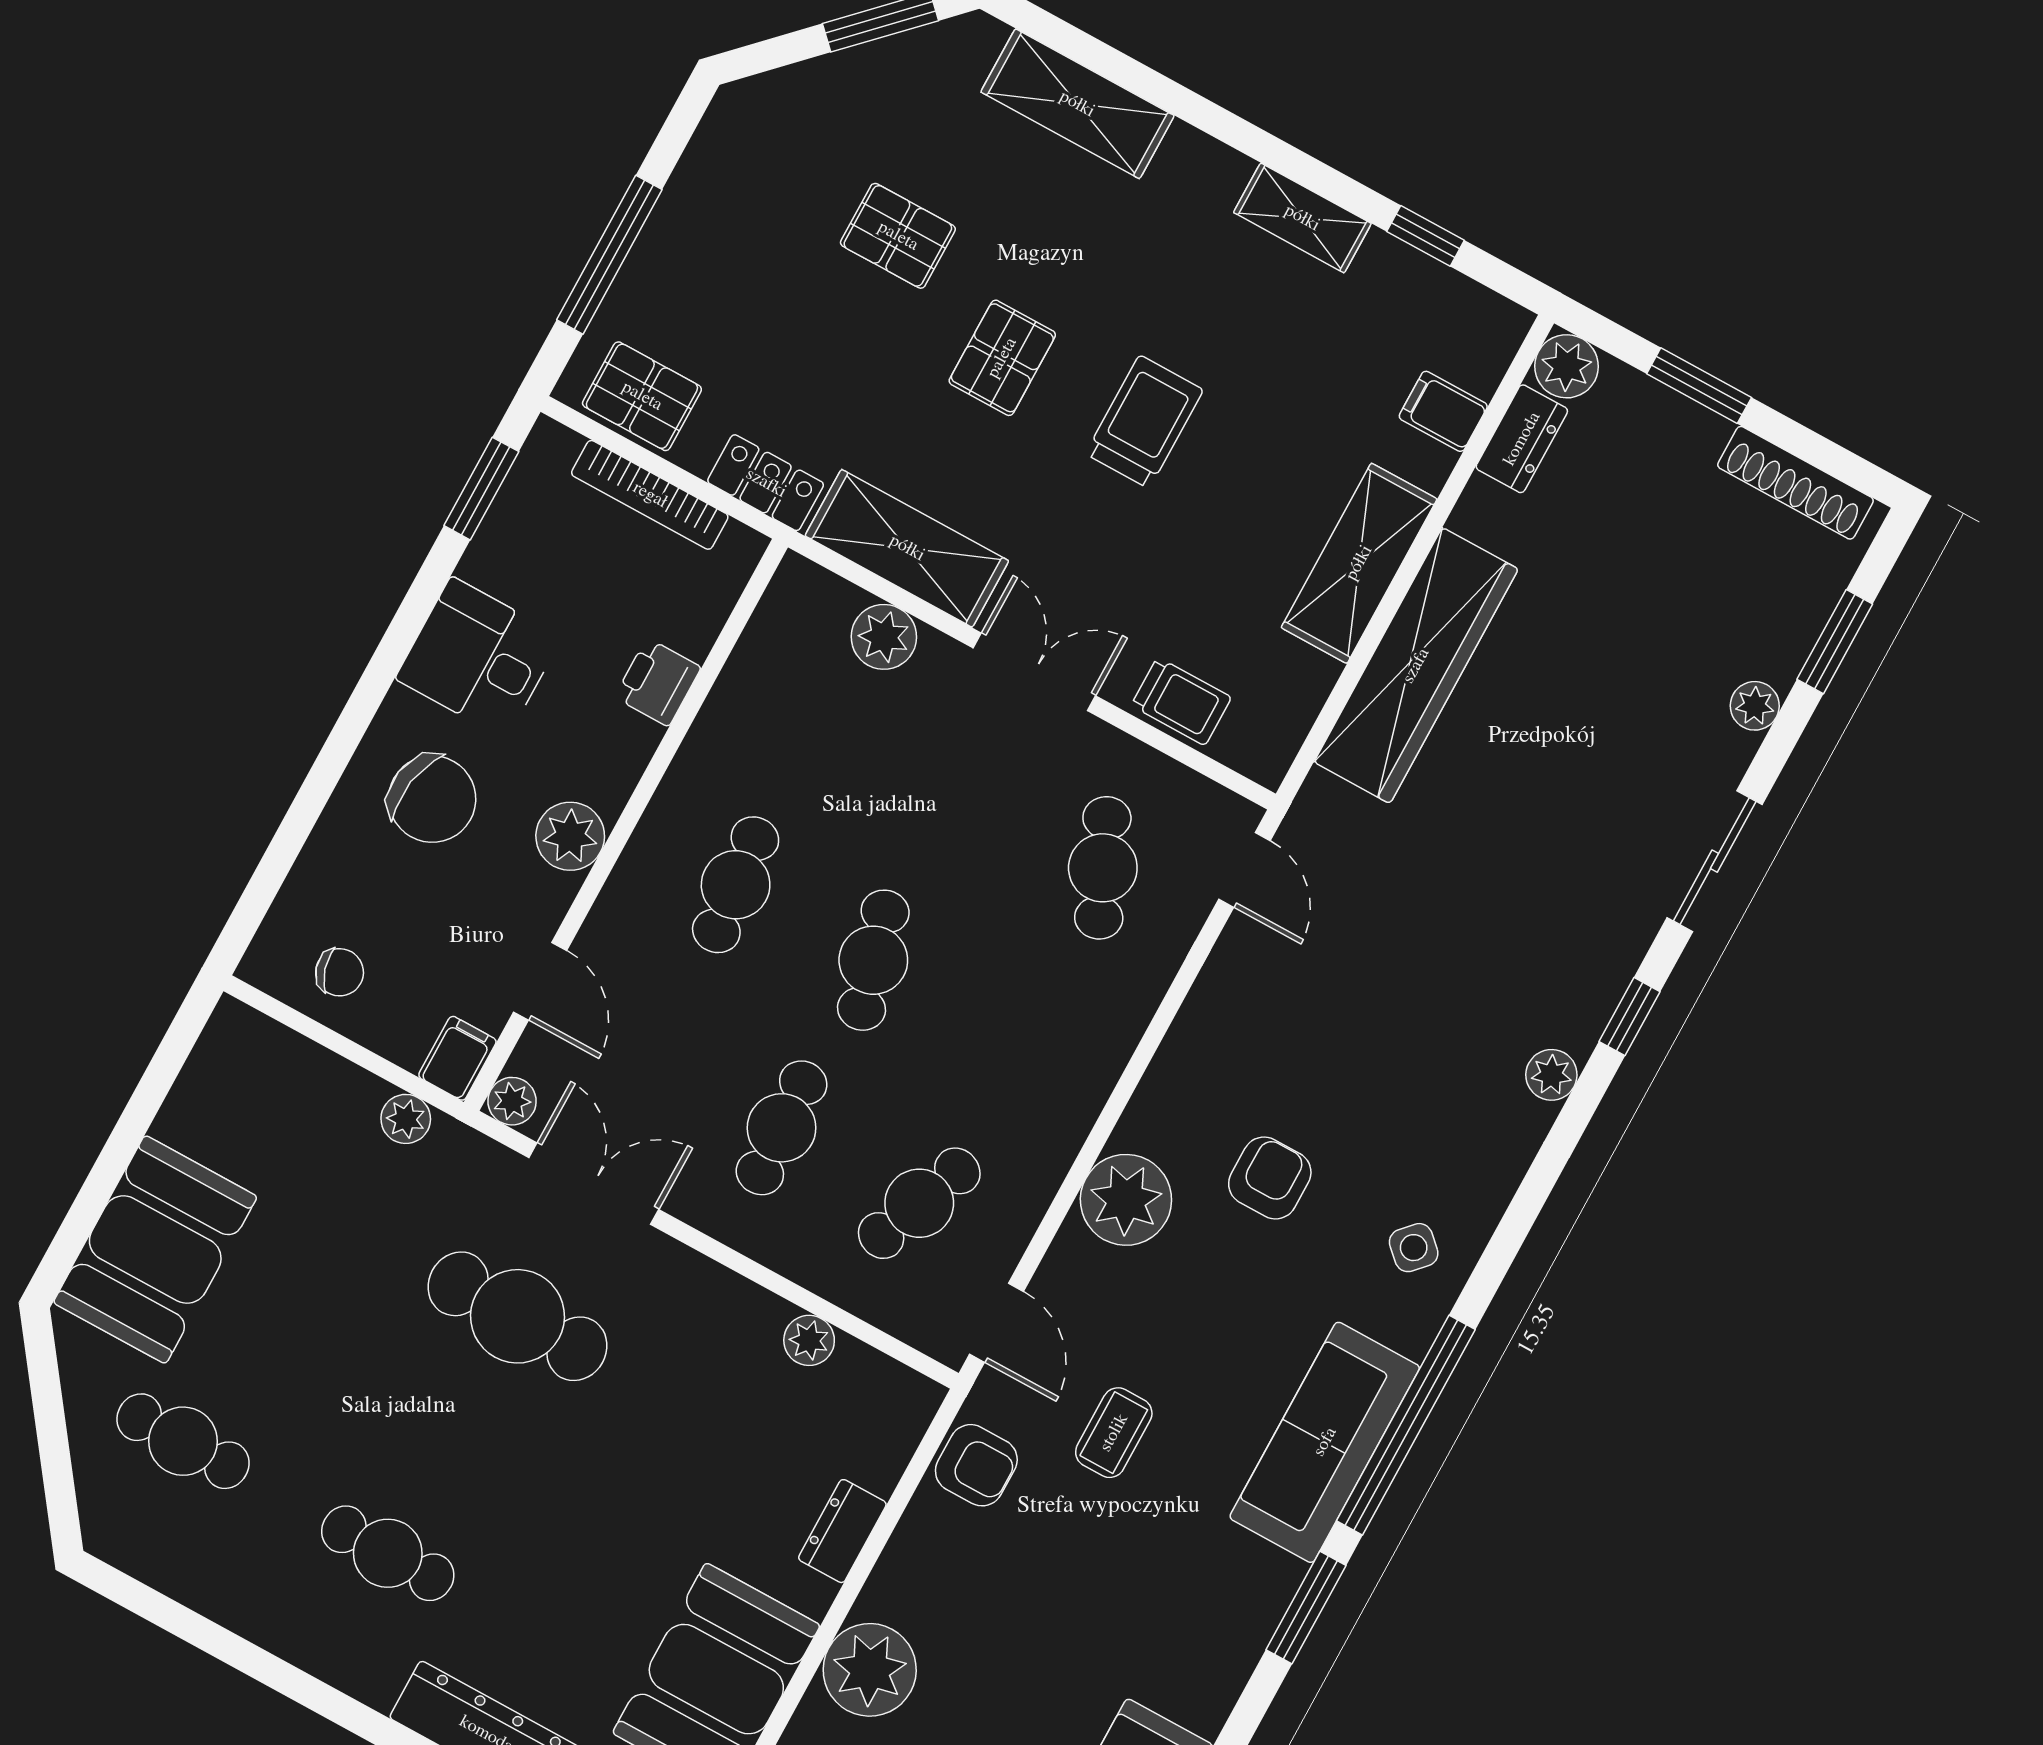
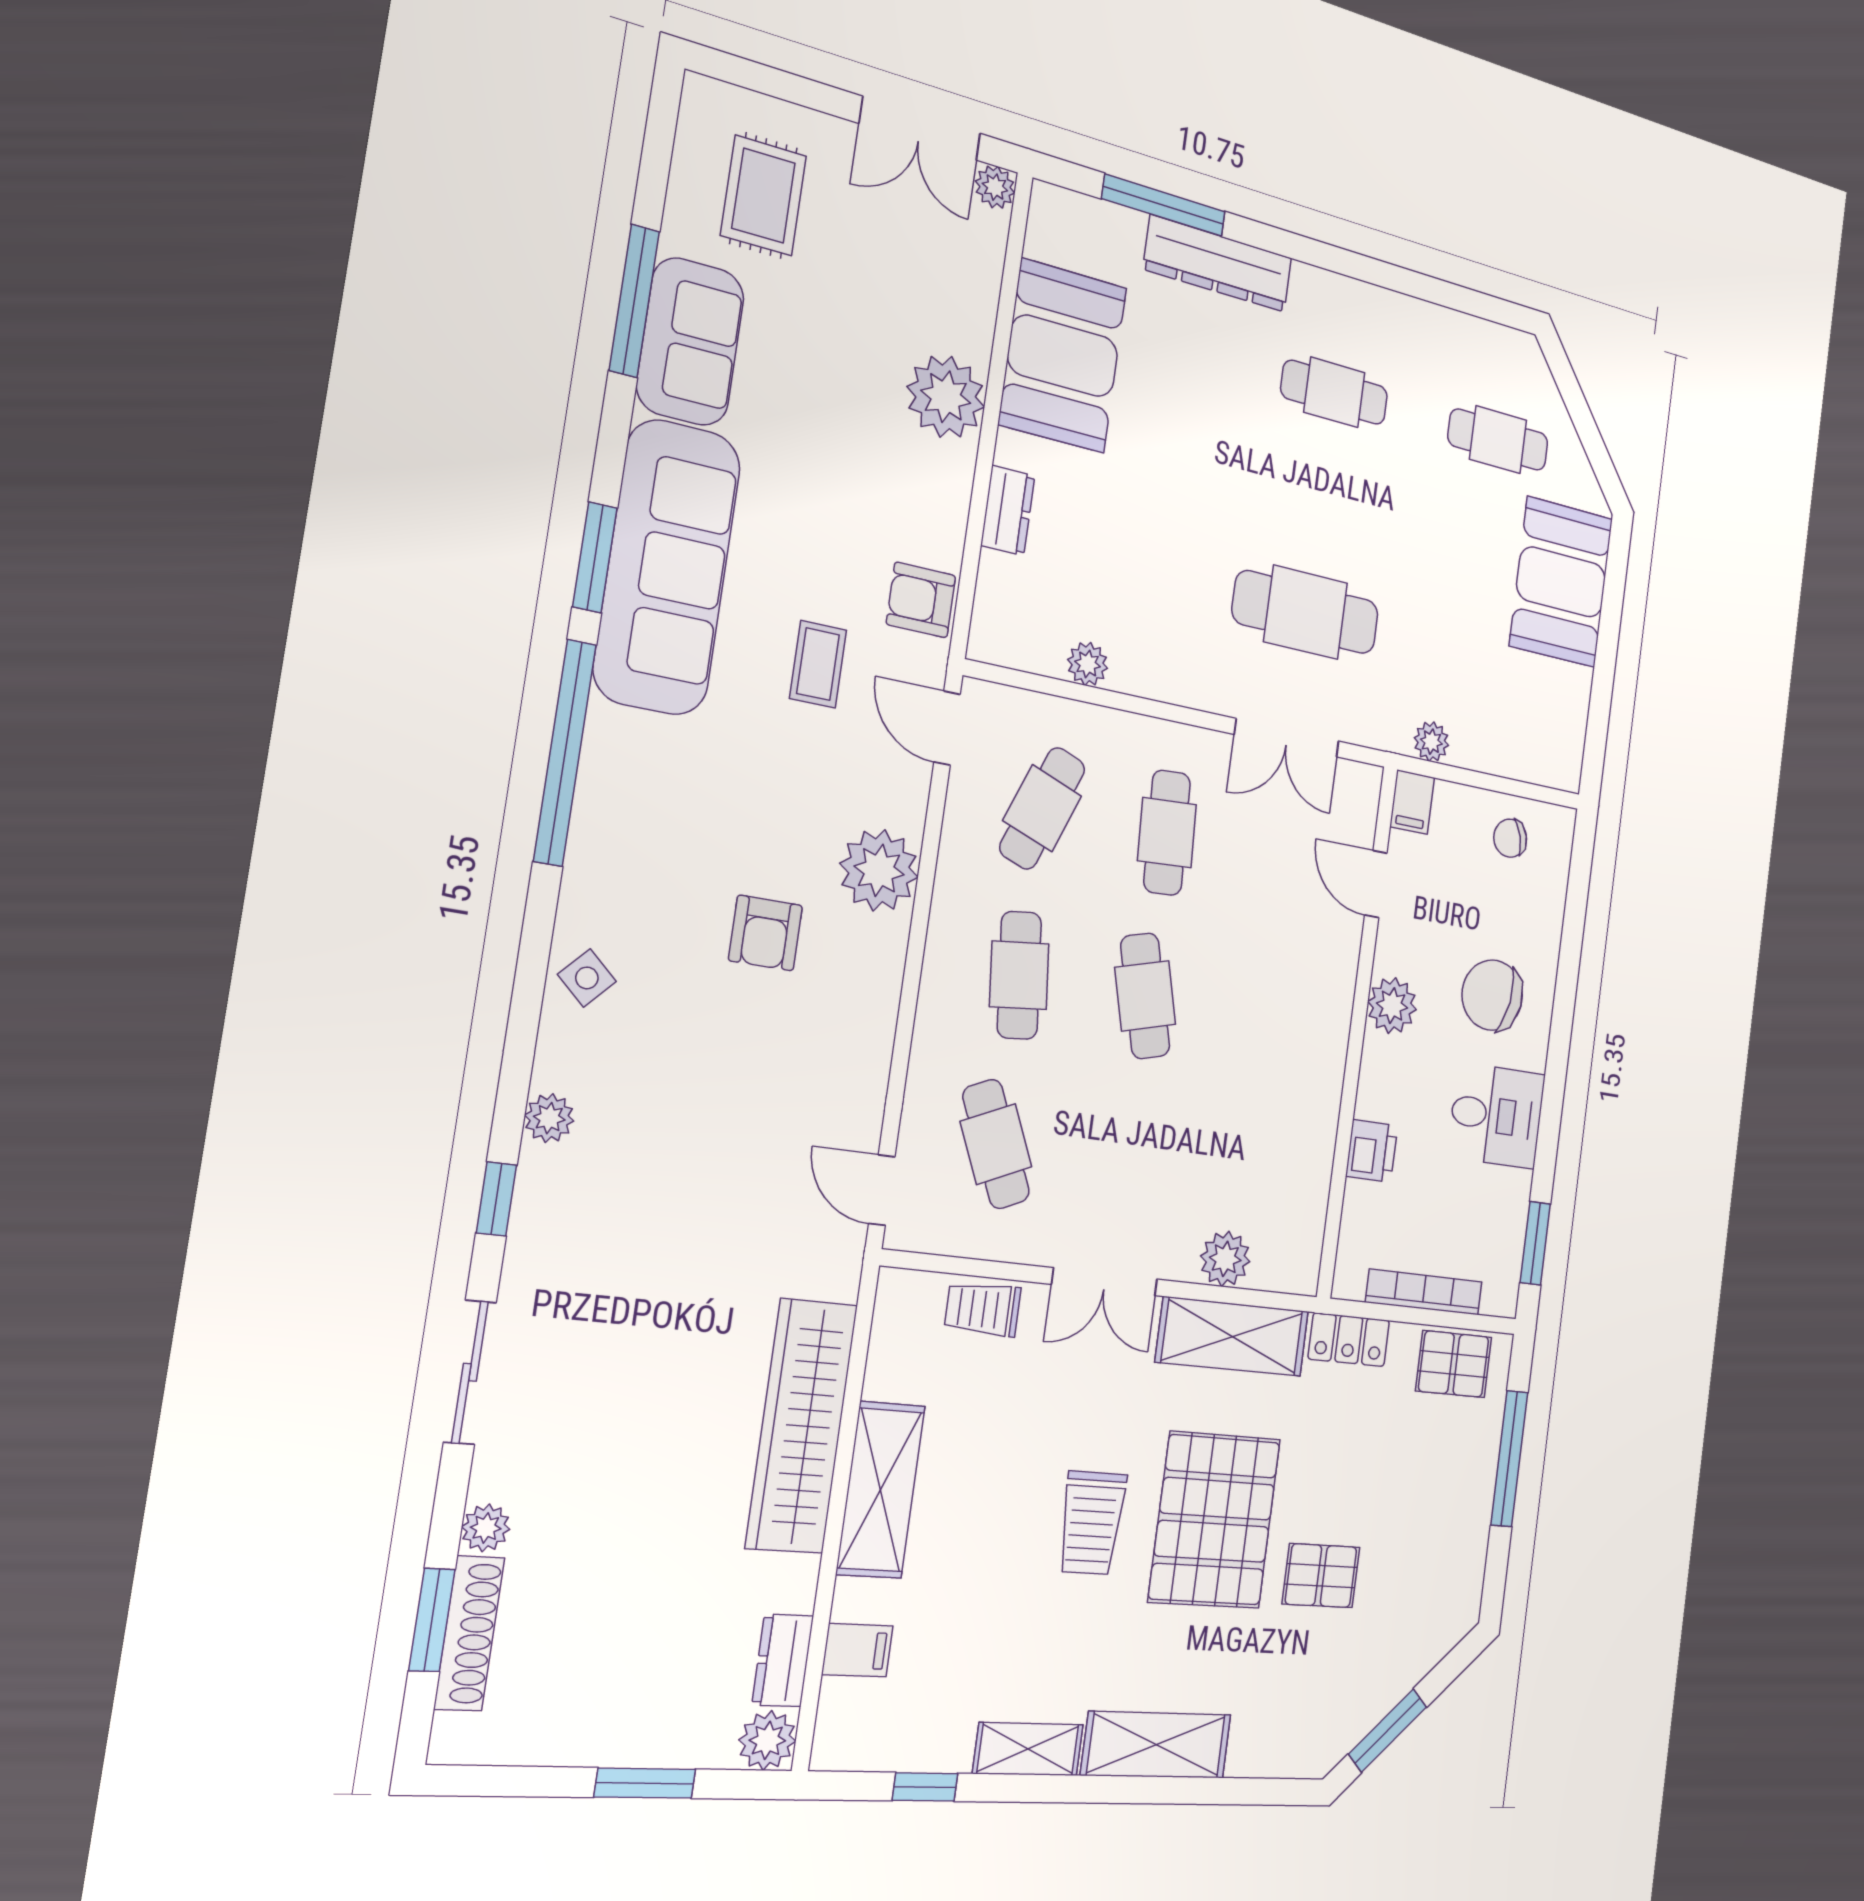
shelving: (1077, 104) -> (1156, 1745), moved
pallet: (1002, 358) -> (1215, 1520), width x2.05, depth x2.00
shoe rack: (1795, 483) -> (469, 1633), moved, turned 90
cafe table: (736, 885) -> (1019, 975), moved
plant: (512, 1101) -> (1365, 782), removed
side table: (1414, 1248) -> (587, 978), moved
sofa: (1325, 1442) -> (667, 567), moved, width x1.36, depth x1.27

